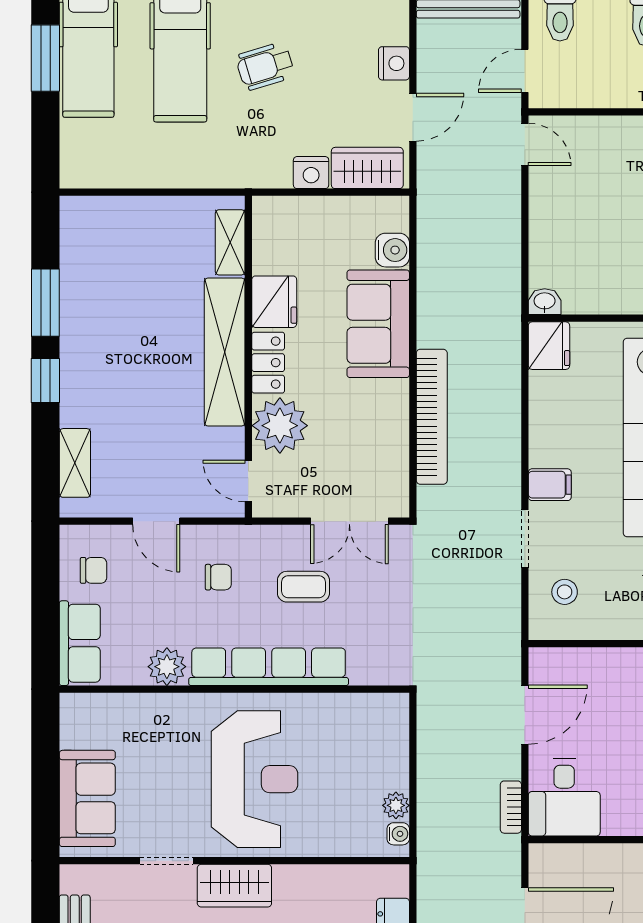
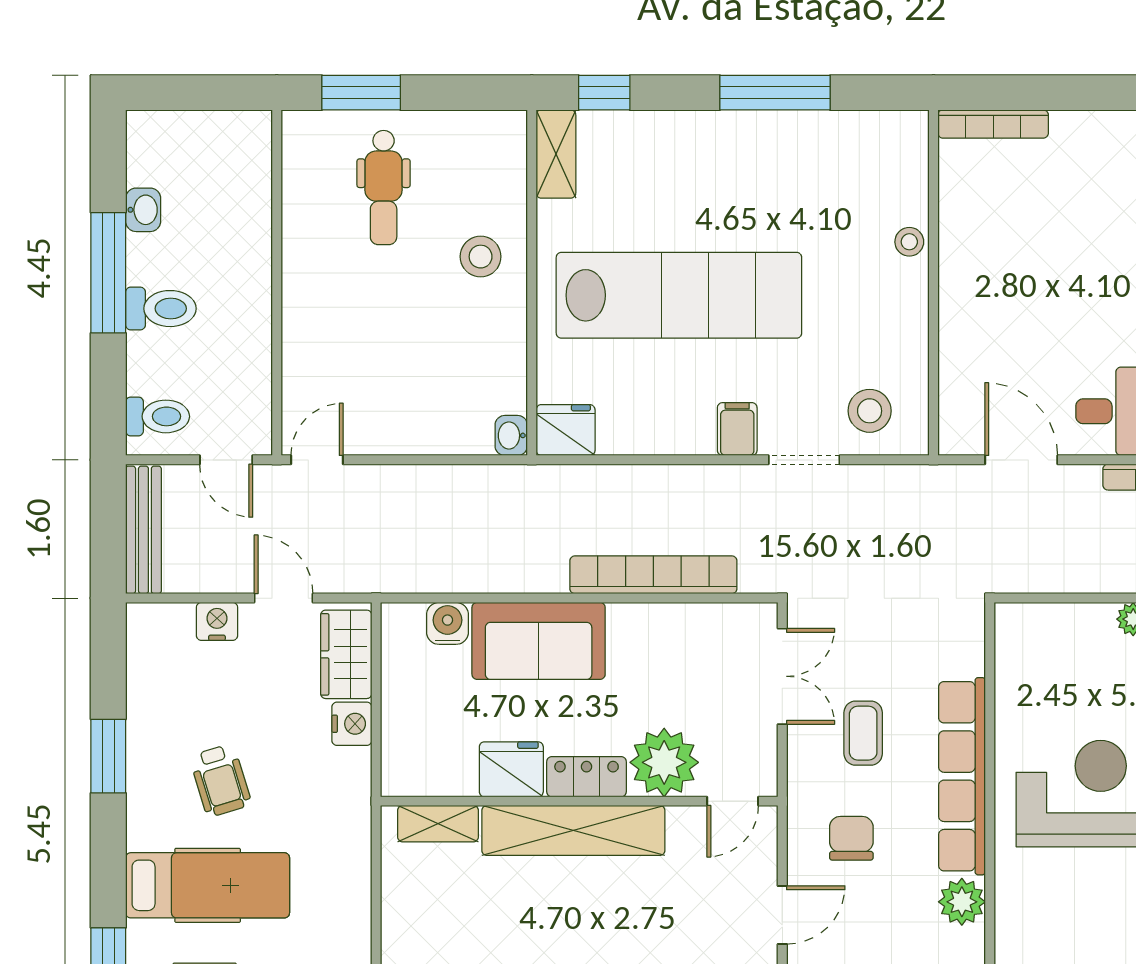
chair: (218, 577) -> (851, 838), width x1.37, depth x1.37
stool: (565, 592) -> (870, 411), width x1.37, depth x1.37

